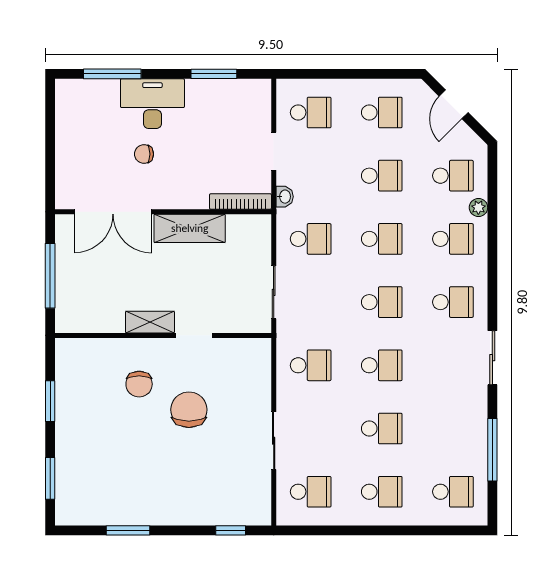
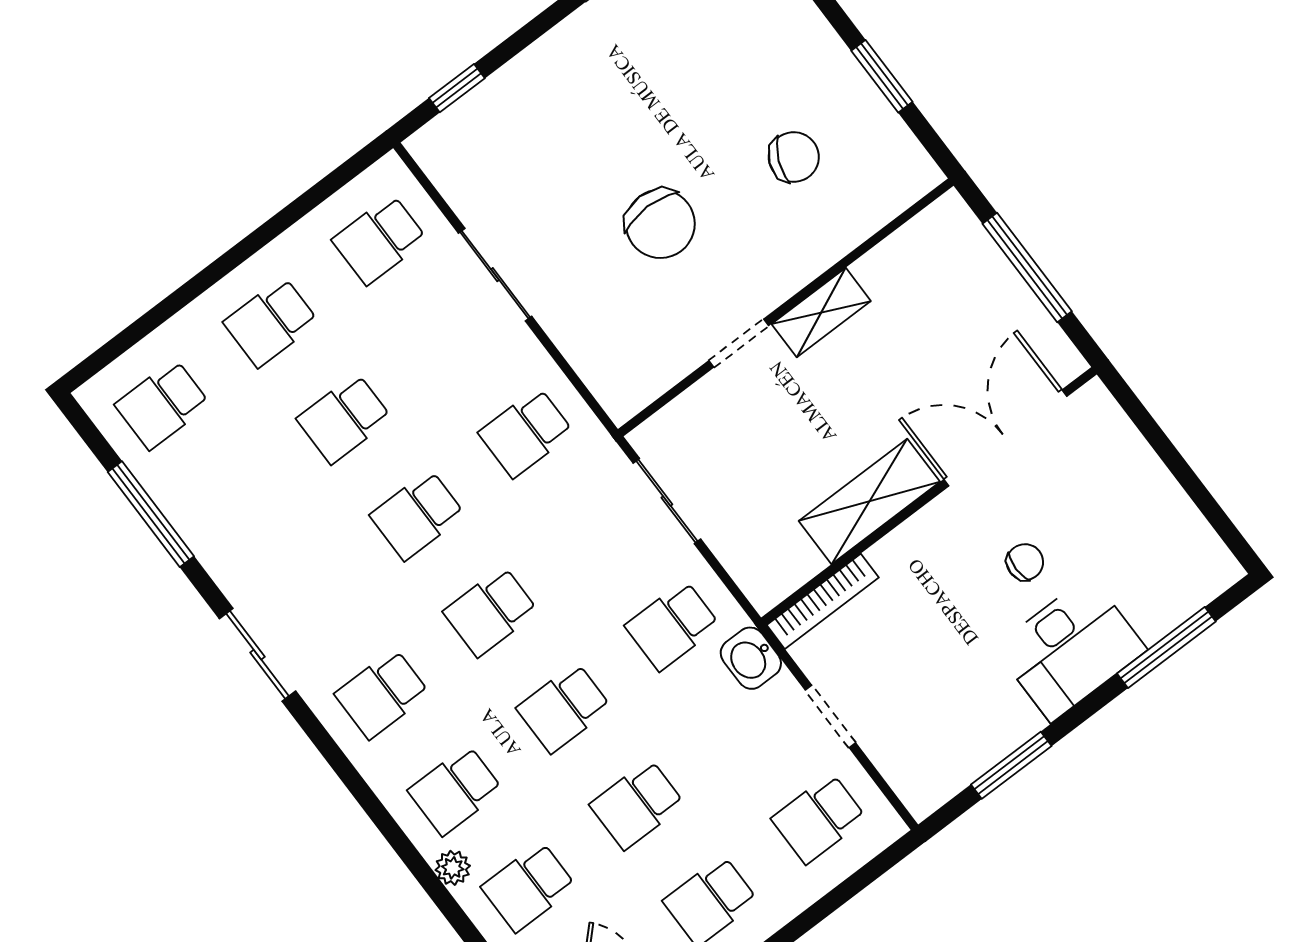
washbasin: (285, 197) -> (751, 658), width x1.38, depth x1.45
chair: (139, 384) -> (794, 157), moved, turned 113

